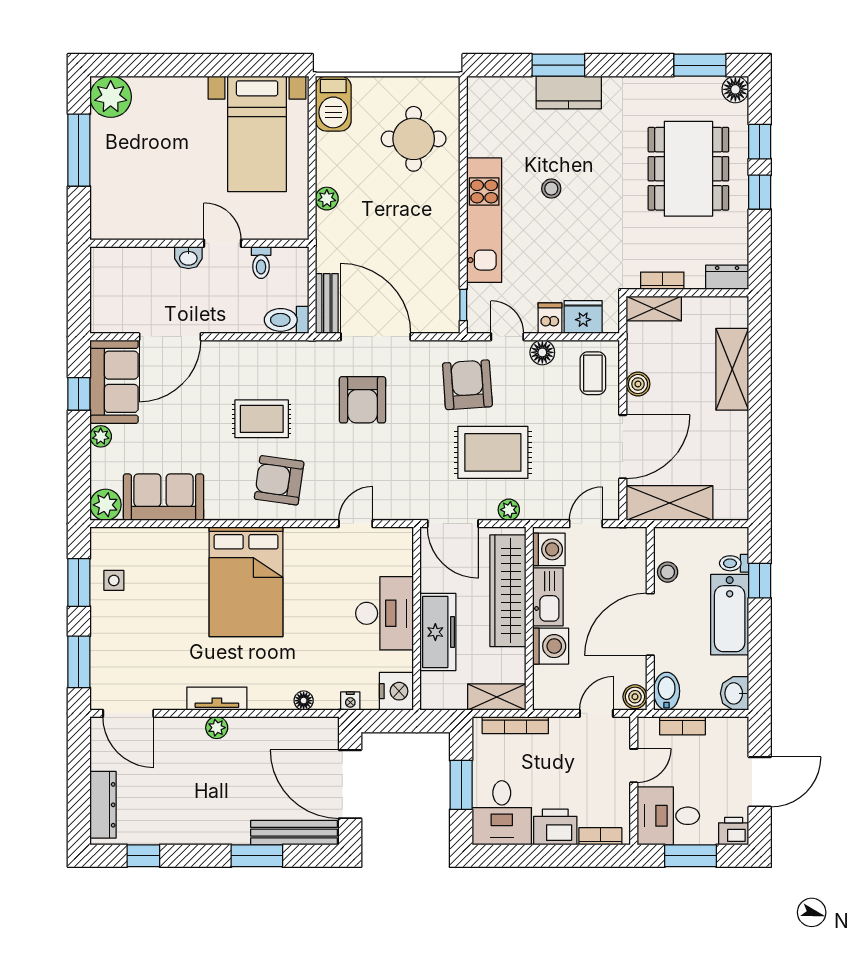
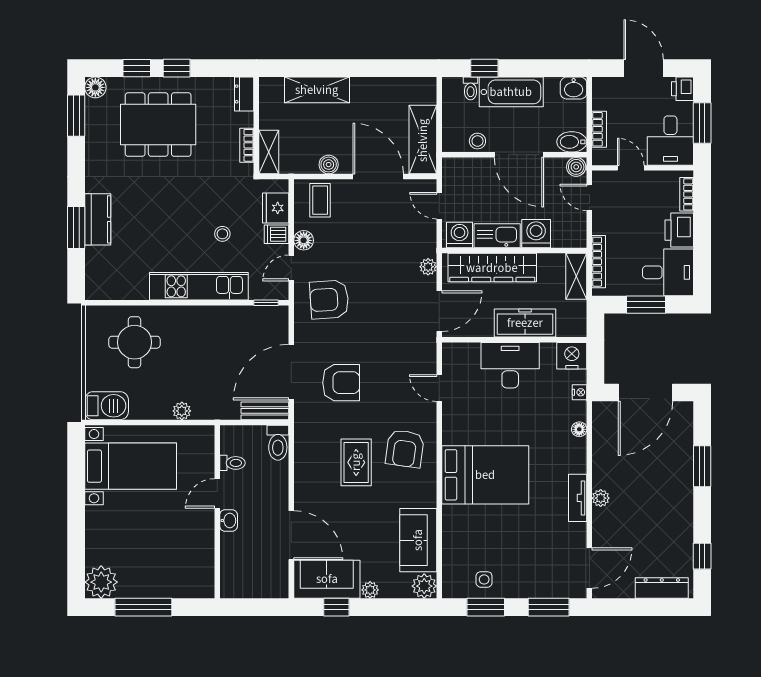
stool: (551, 189) -> (222, 234), moved
coffee table: (593, 373) -> (320, 200), turned 90
rug: (493, 452) -> (383, 279), removed
bench: (294, 833) -> (684, 437), removed

